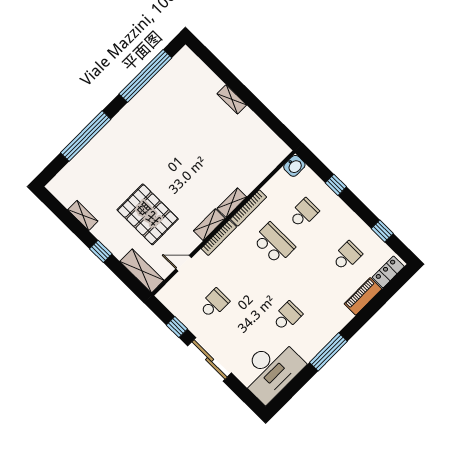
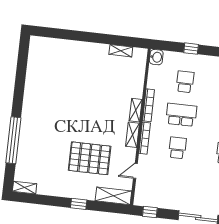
window: (145, 76) -> (21, 74), removed
shelving: (232, 99) -> (121, 51), moved
shelving: (83, 215) -> (25, 188), moved
school desk: (214, 303) -> (177, 148), moved
window: (177, 327) -> (150, 212), moved

